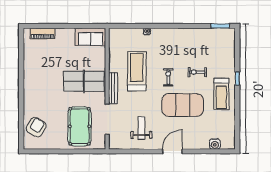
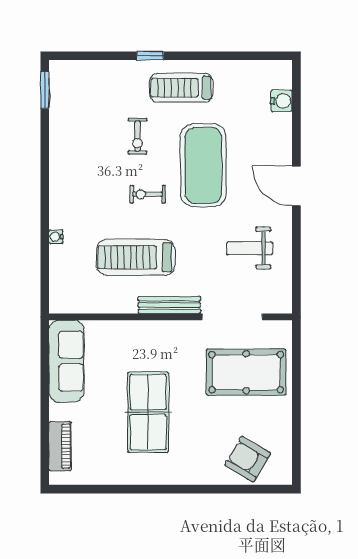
sofa: (90, 37) -> (66, 361), width x1.36
table tennis table: (84, 81) -> (148, 412), moved
treadmill: (221, 94) -> (181, 88), turned 180

